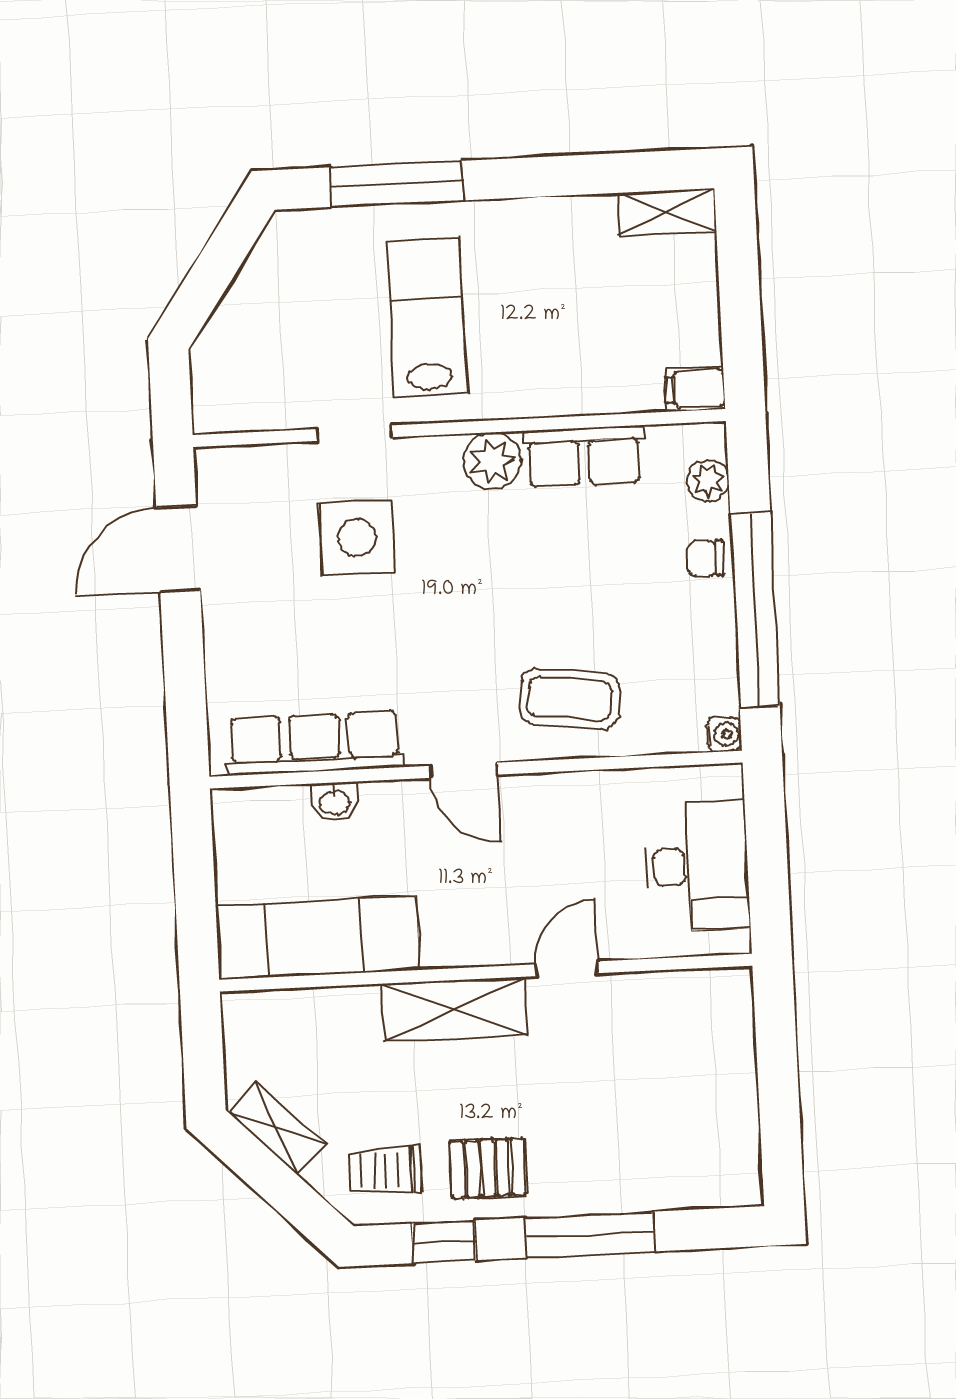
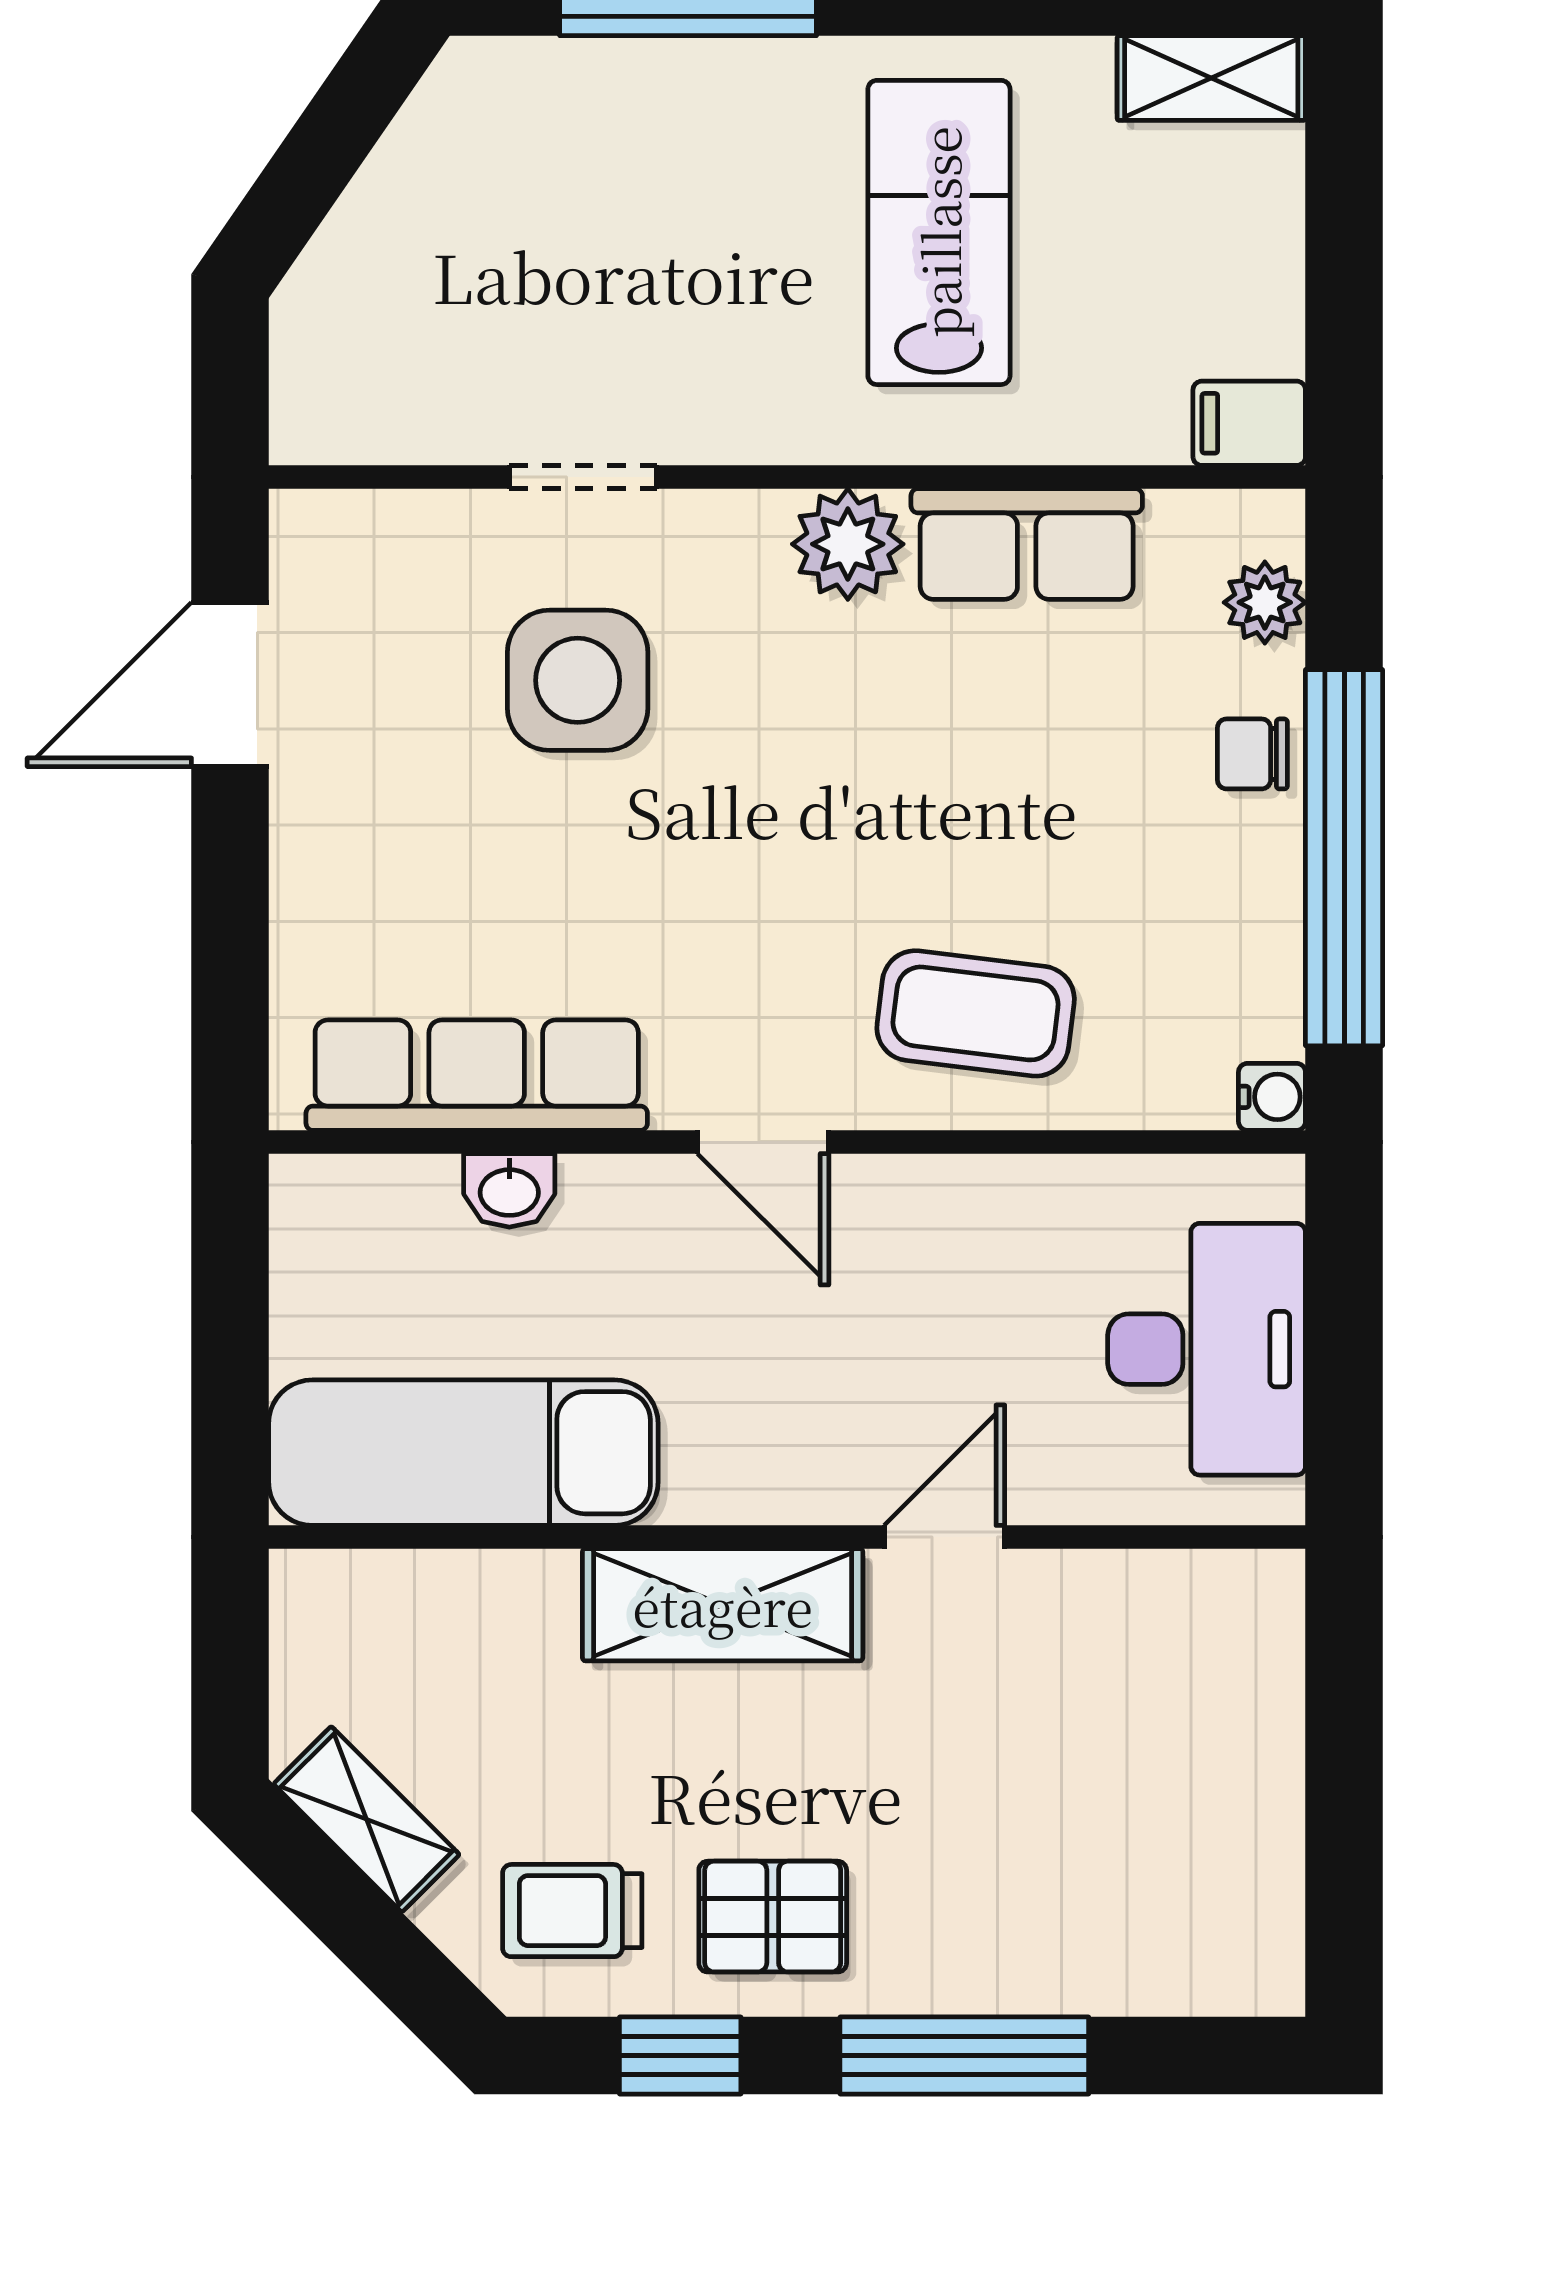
lab bench: (427, 318) -> (939, 232), moved

